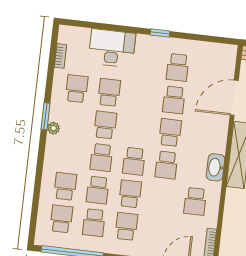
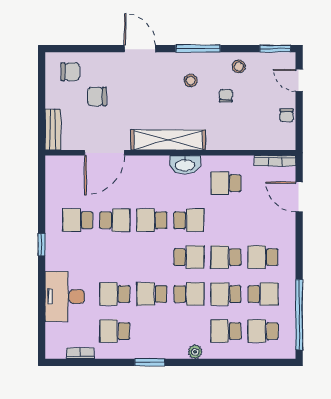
school desk: (178, 67) -> (78, 220), turned 180
door: (234, 98) -> (105, 153), hinge flipped
plant: (53, 128) -> (195, 352), moved
school desk: (98, 190) -> (226, 294), turned 180
school desk: (195, 201) -> (226, 183), turned 180

